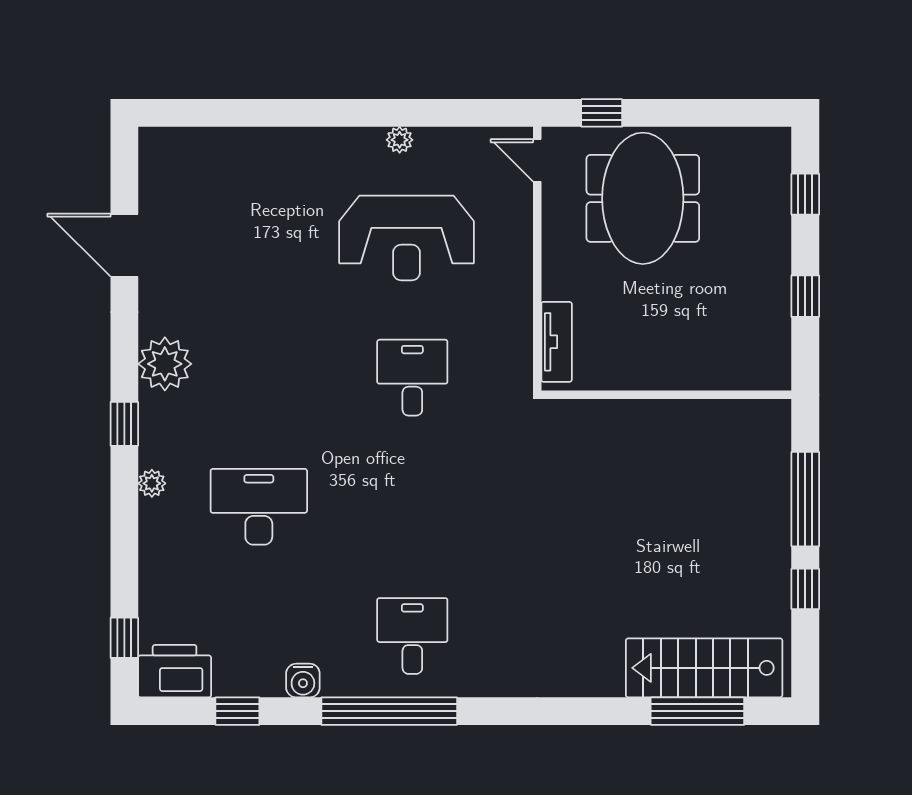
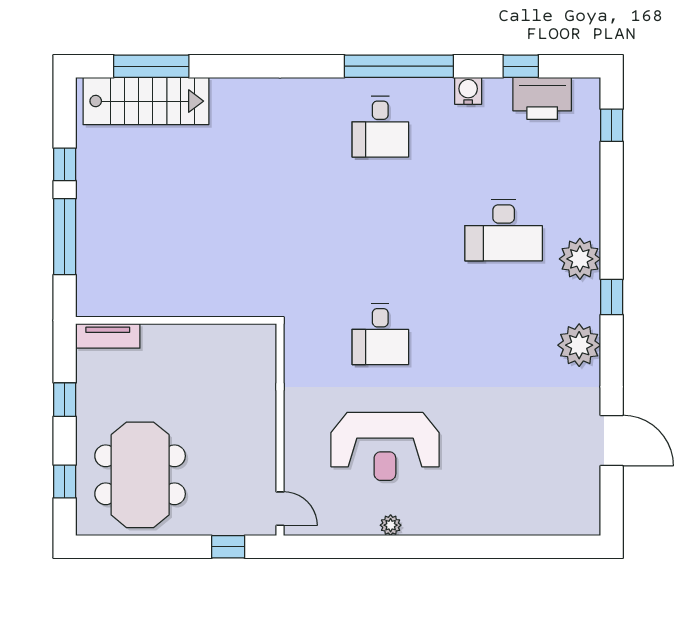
meeting table: (643, 198) -> (140, 475), moved
reception desk: (406, 238) -> (385, 446), turned 180
tv unit: (557, 342) -> (108, 336), moved, turned -90
plant: (152, 483) -> (580, 259), width x1.88, depth x1.88
printer: (175, 671) -> (542, 98), moved

